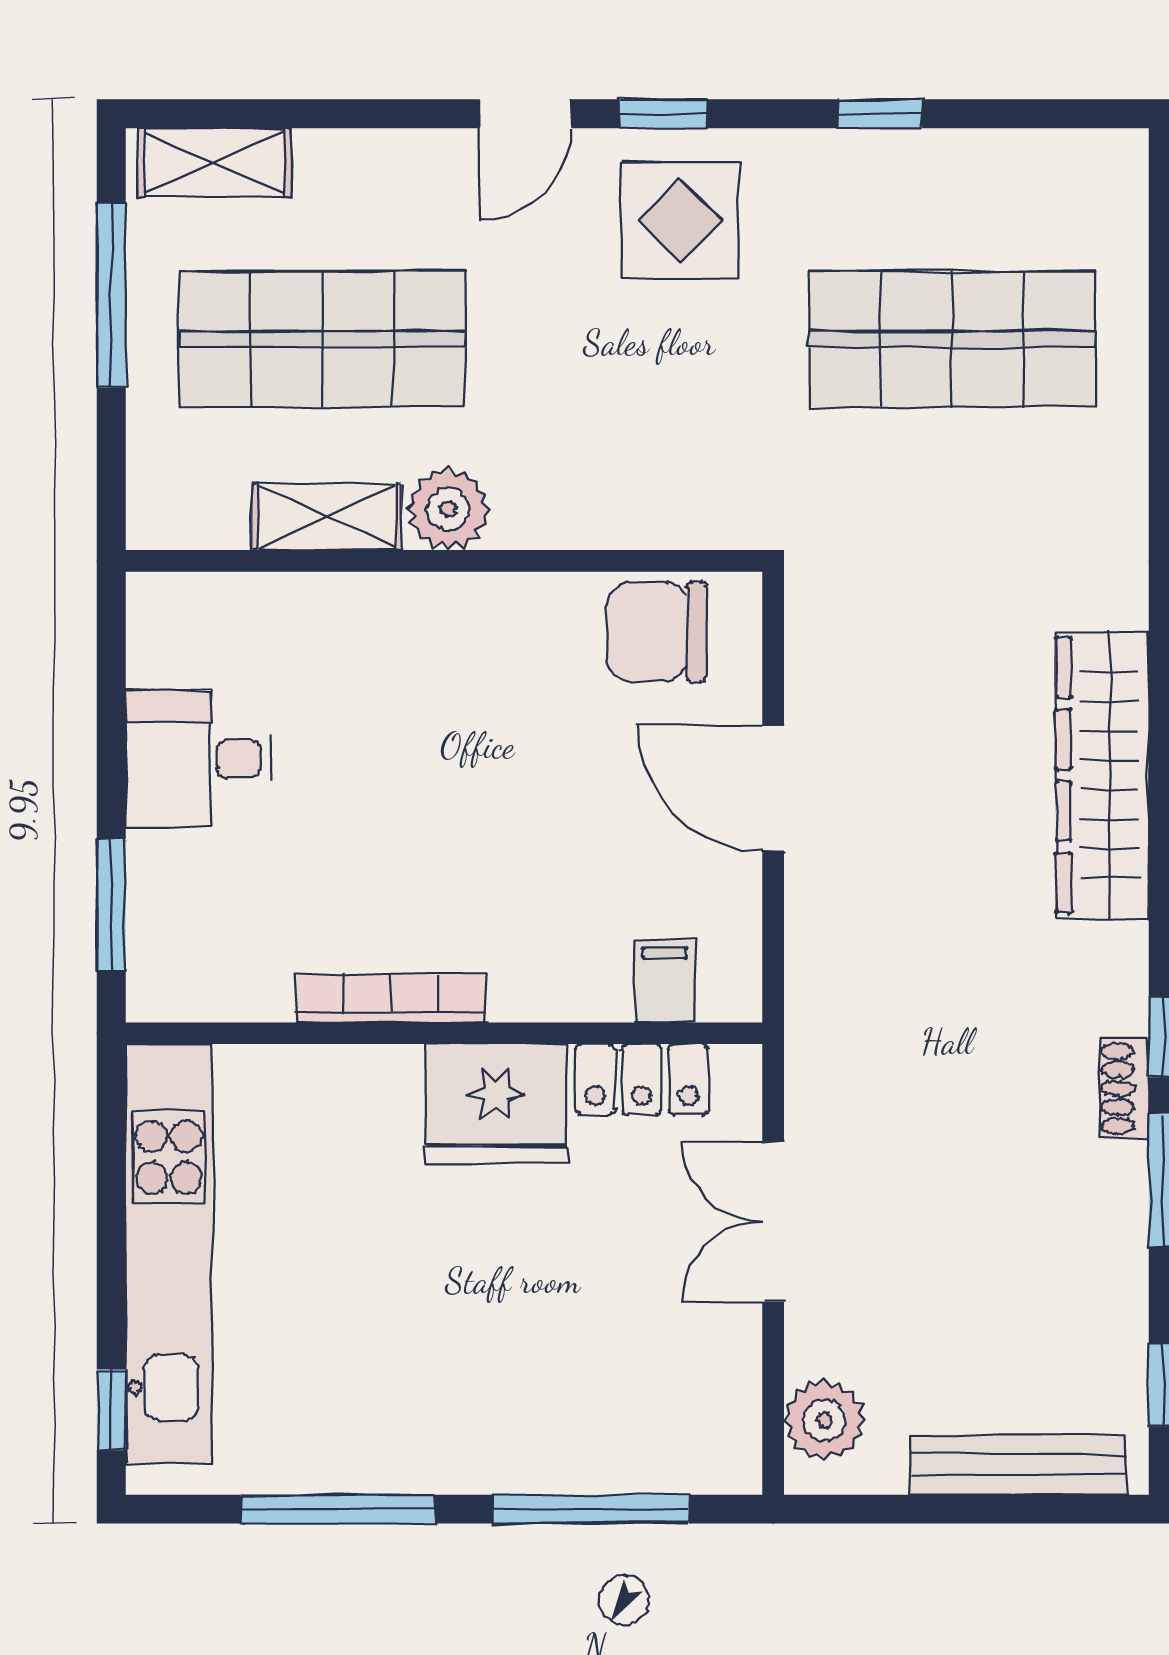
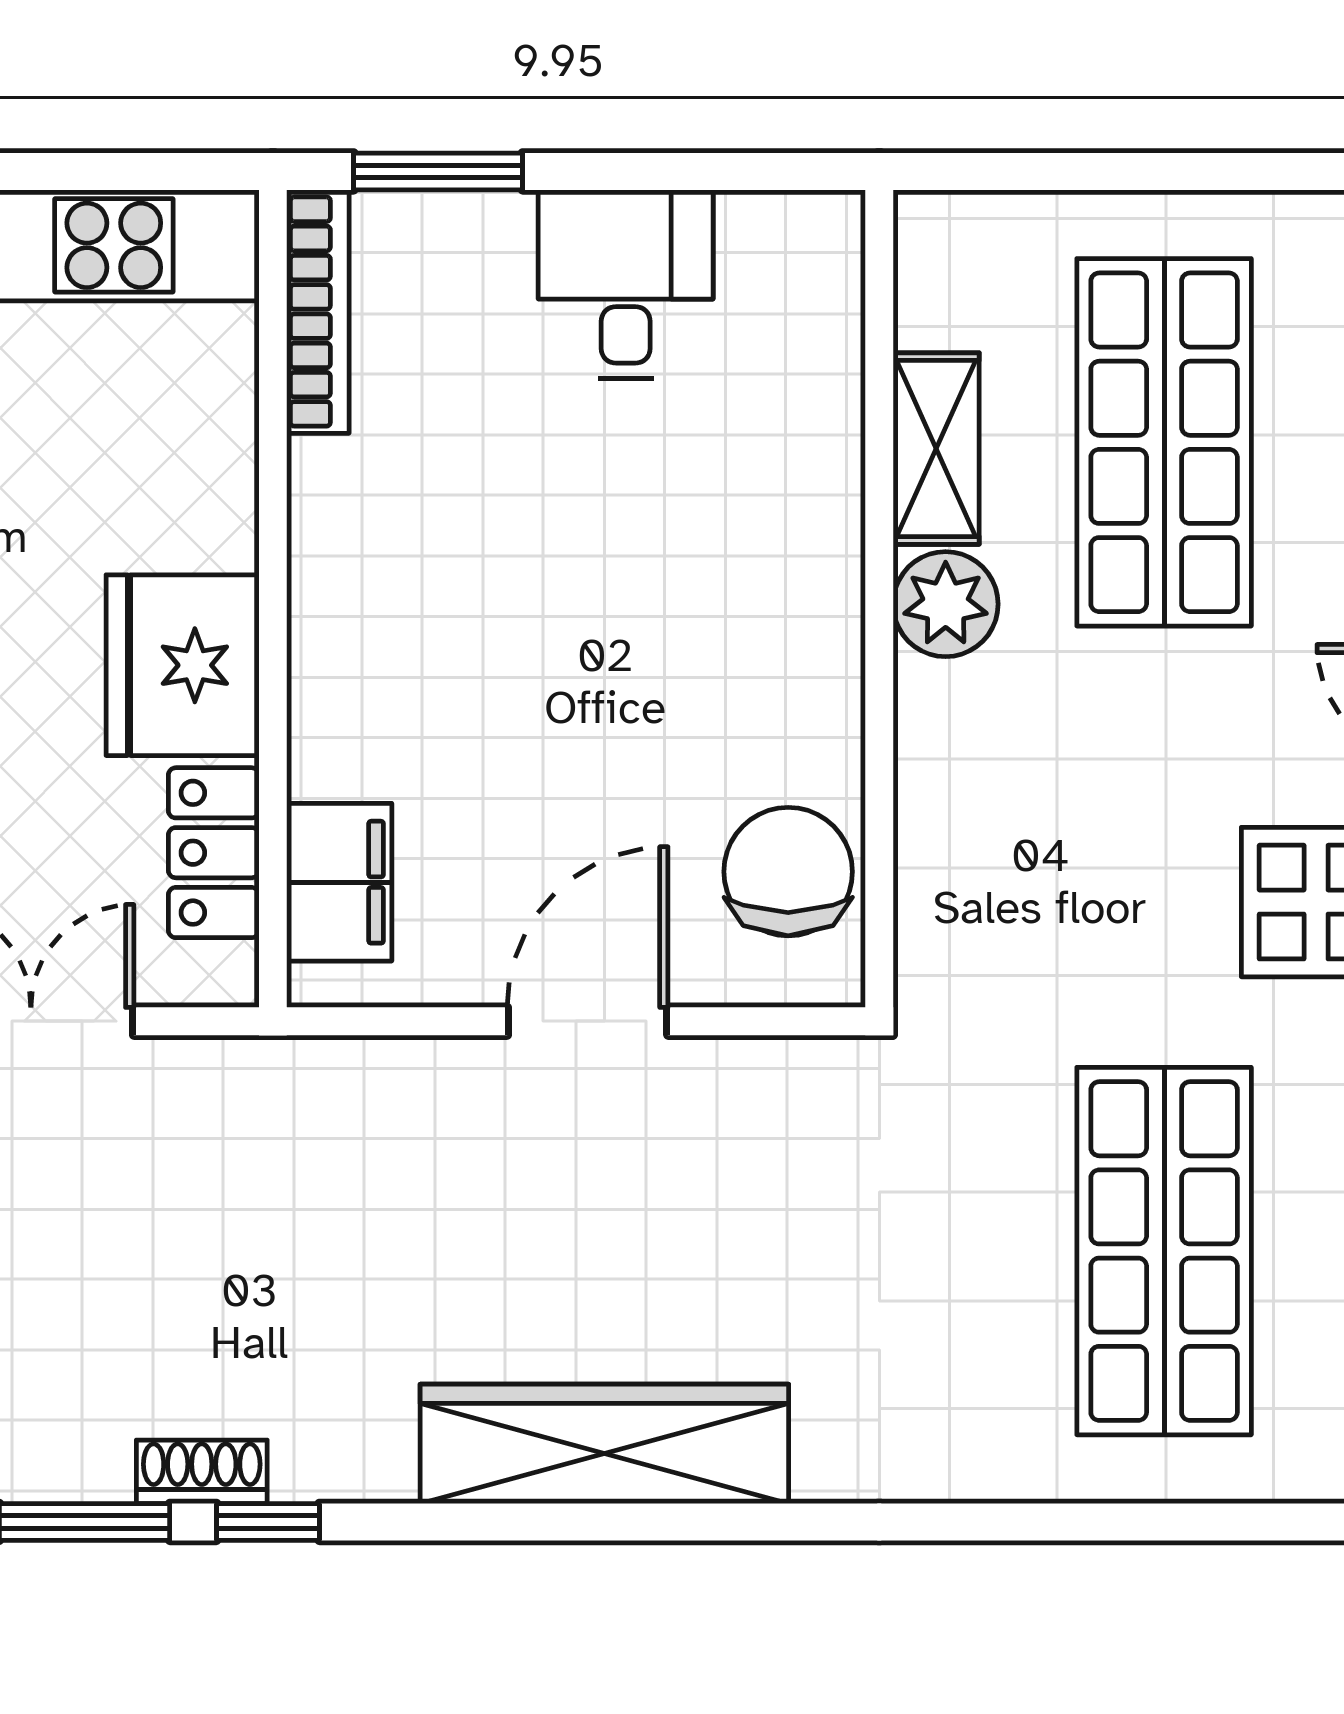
window: (111, 295) -> (1221, 171), removed
filing cabinet: (665, 982) -> (339, 882), width x2.00
bookcase: (391, 998) -> (318, 312), moved

